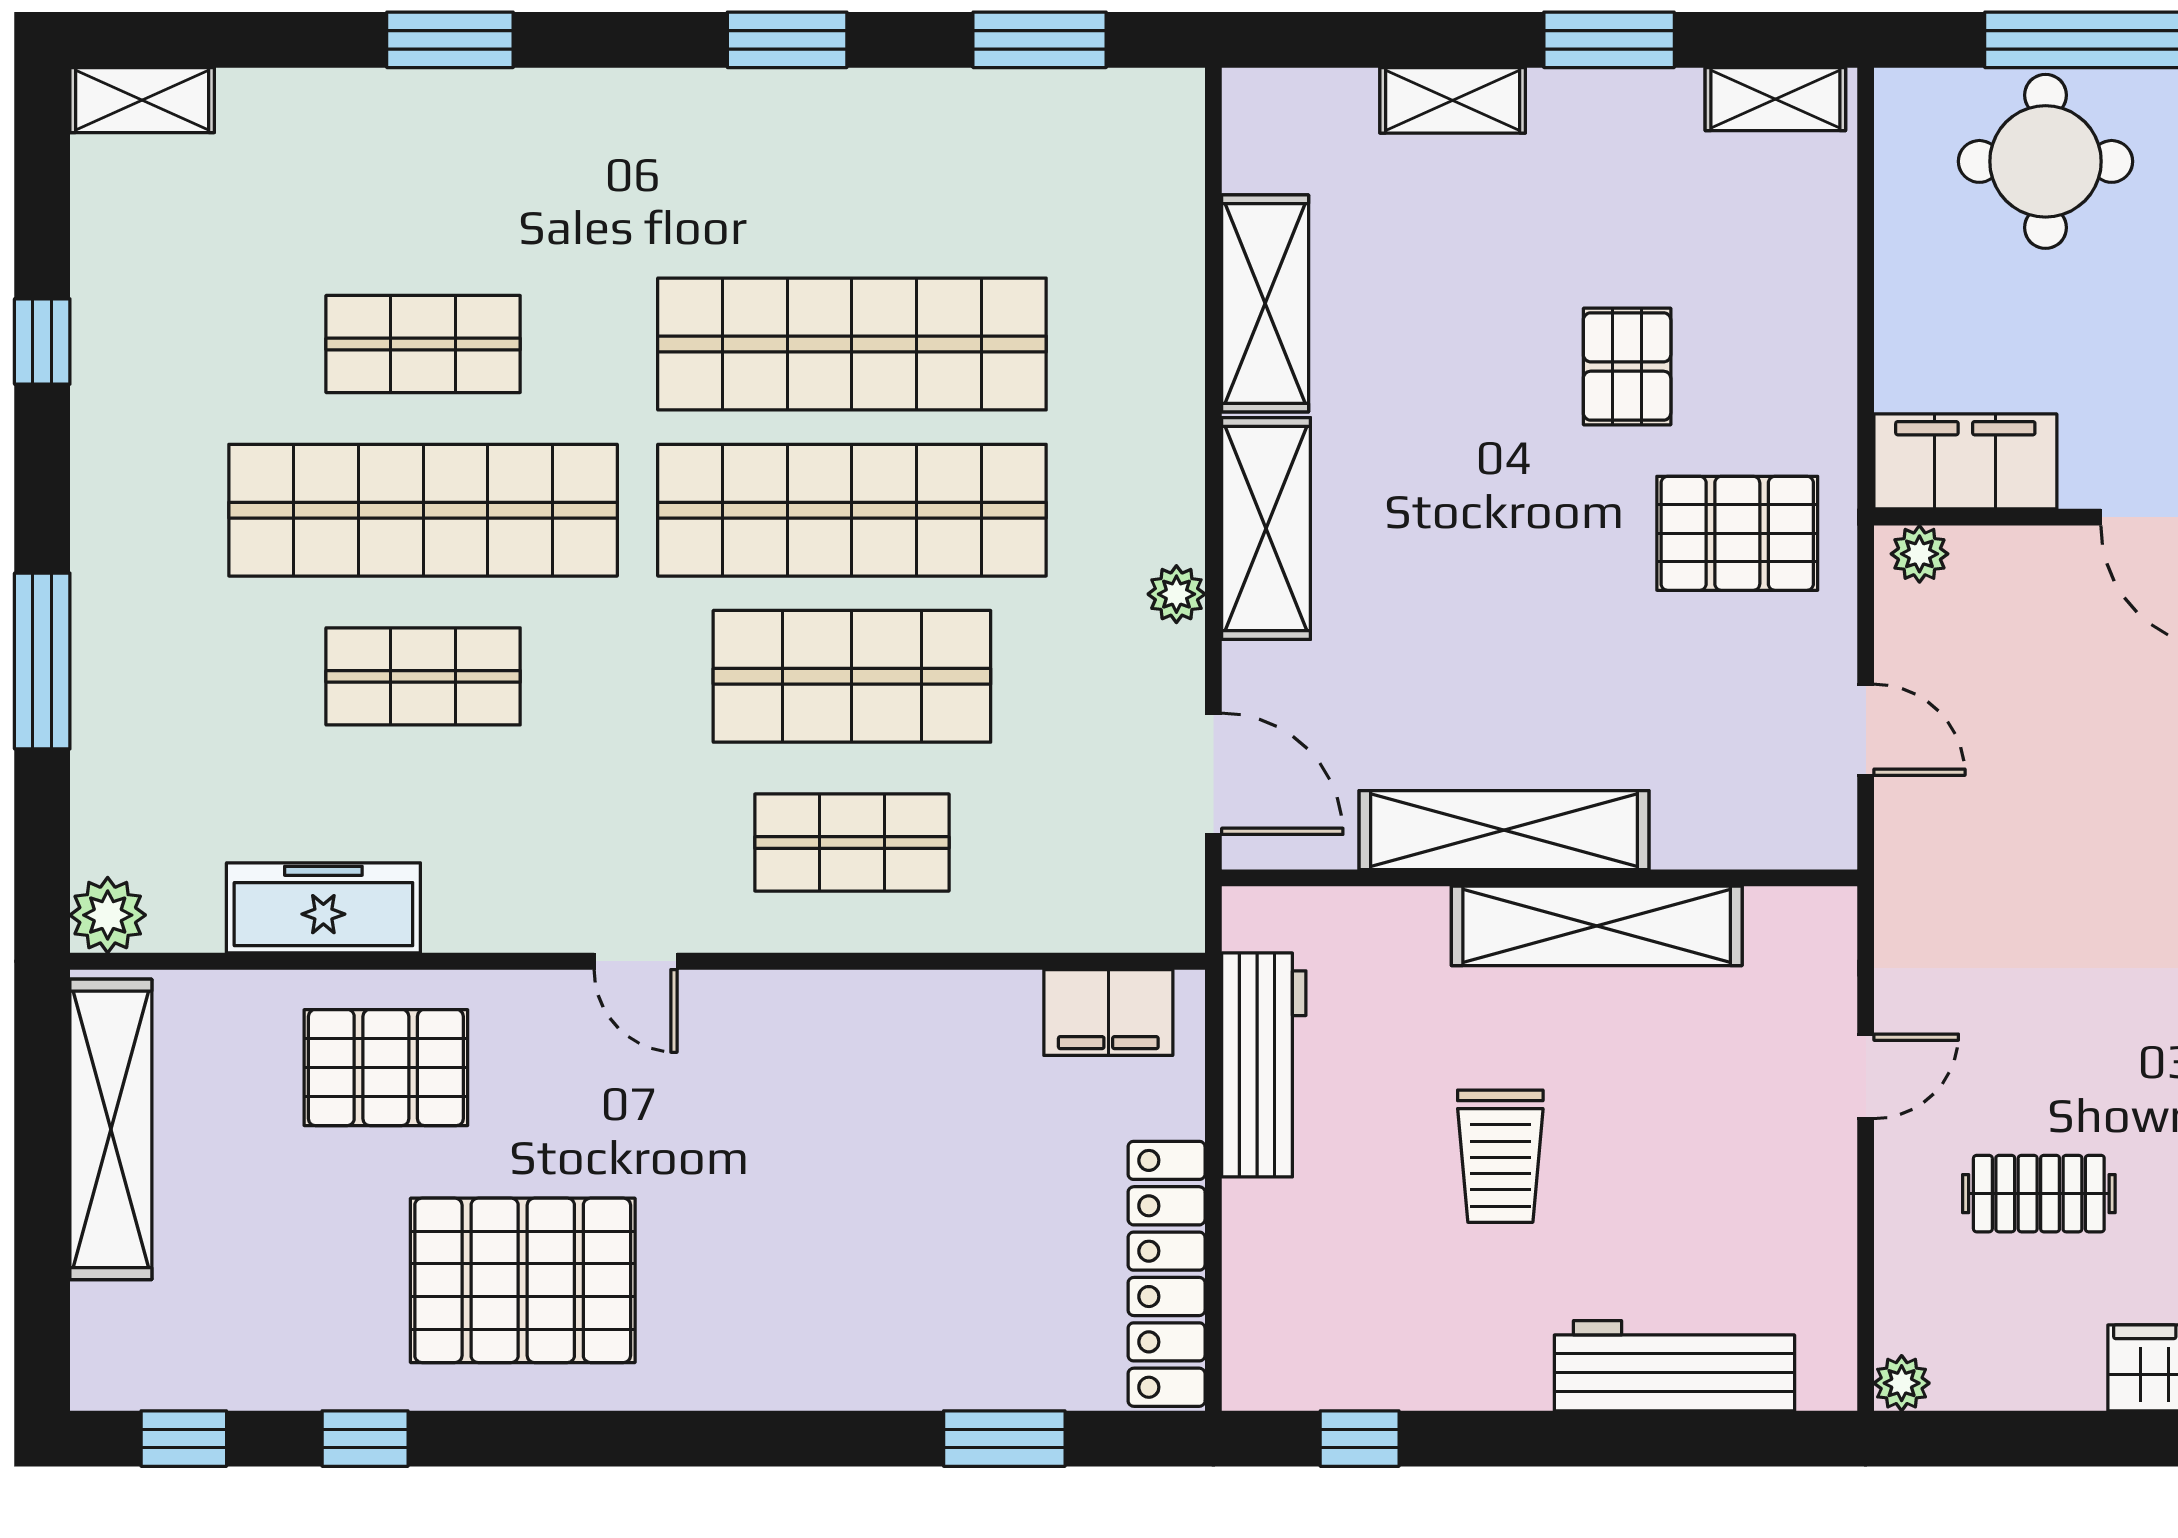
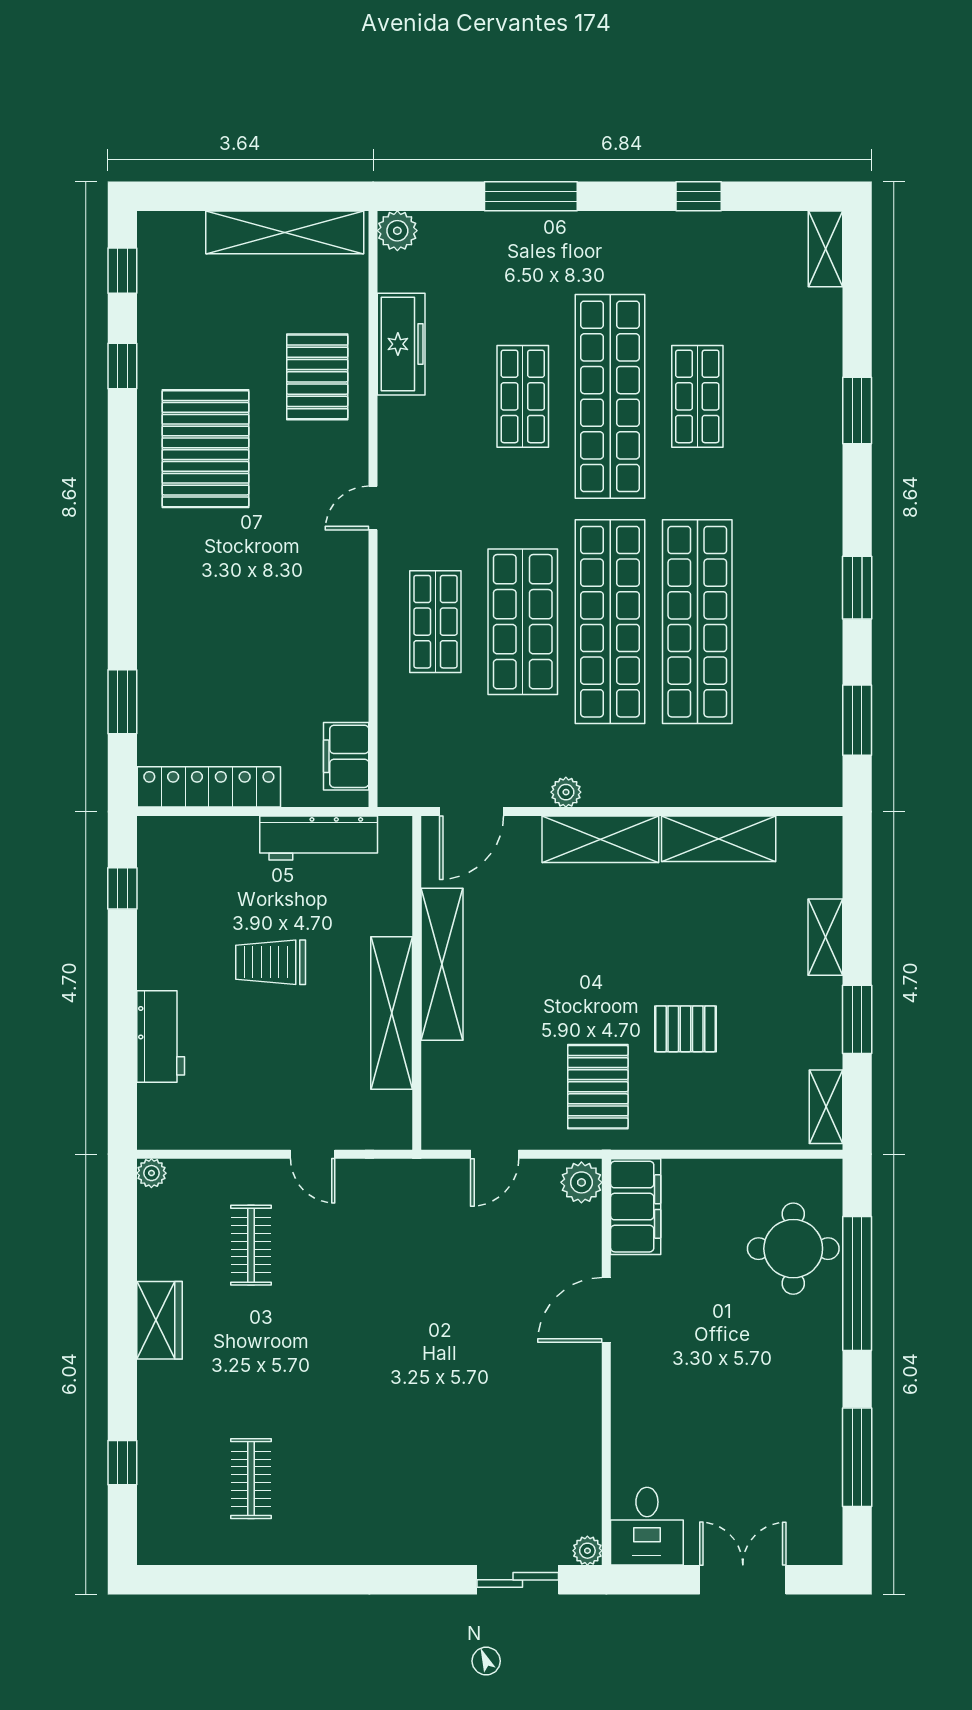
plant: (1919, 554) -> (581, 1182), width x1.38, depth x1.38
workbench: (1674, 1366) -> (161, 1036), width x0.73

